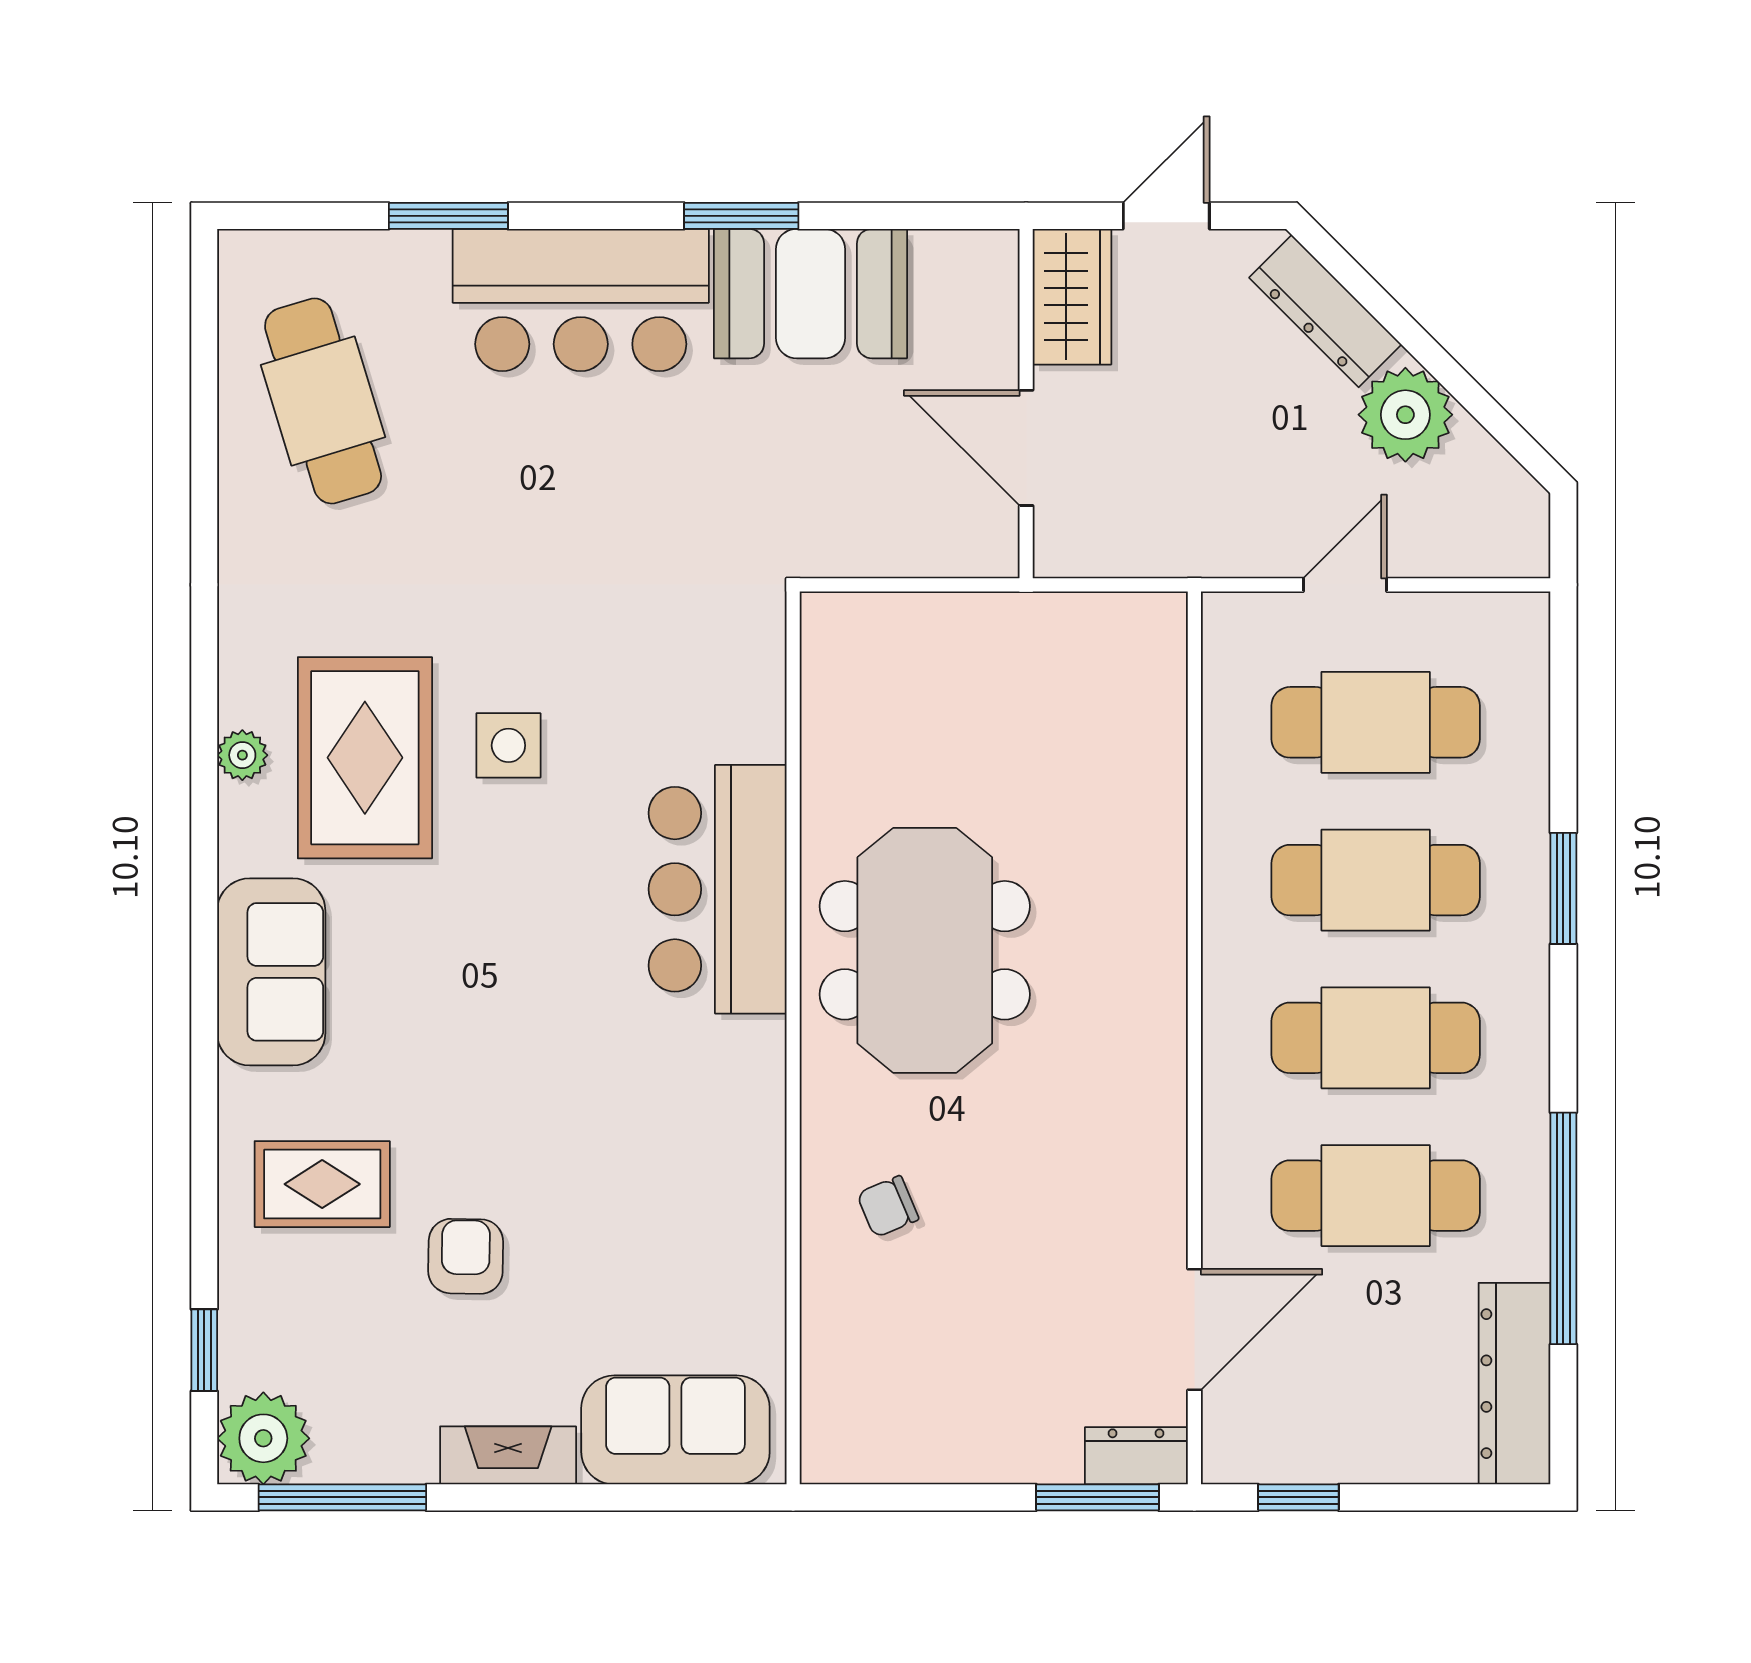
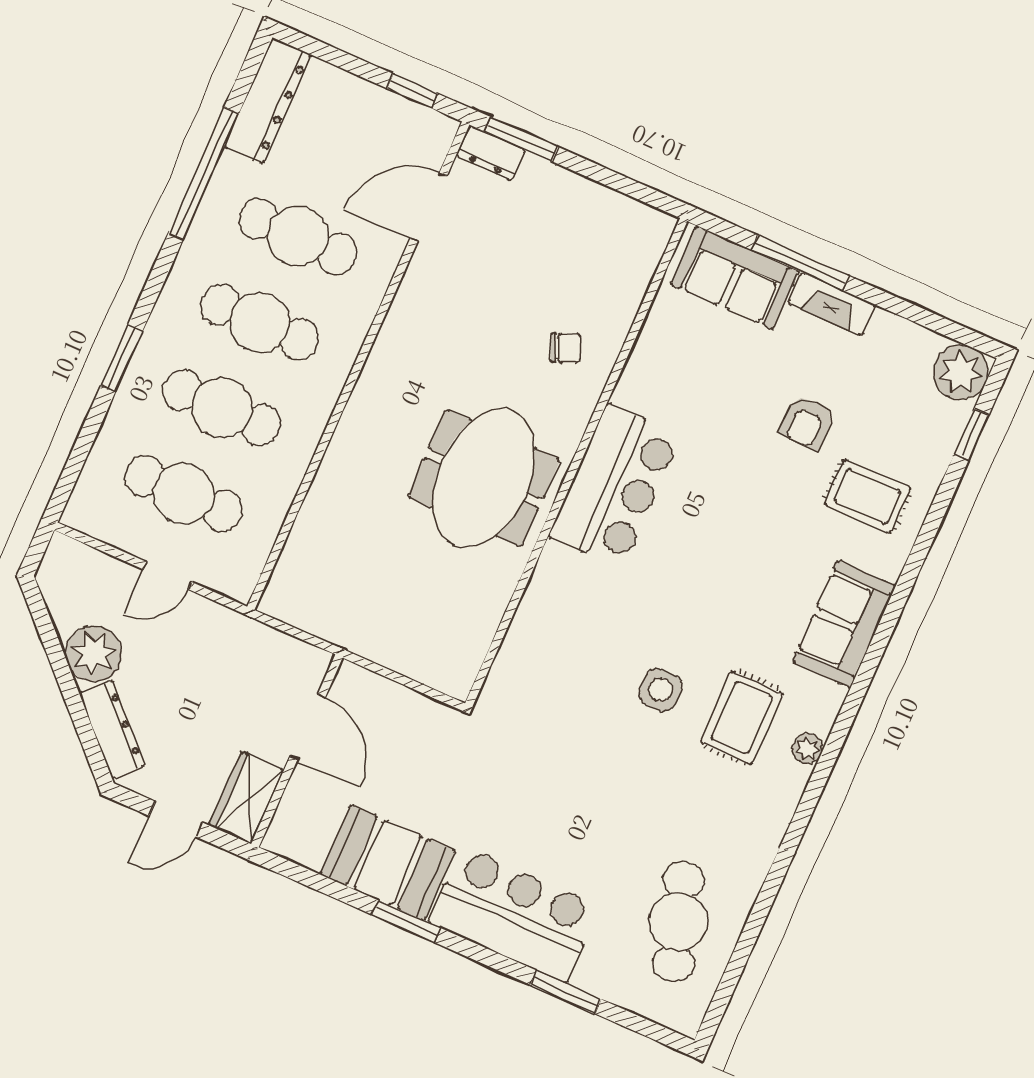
rug: (365, 758) -> (742, 718), width x0.73, depth x0.70
bar counter: (718, 889) -> (615, 486), moved
window: (342, 1497) -> (801, 263), moved

